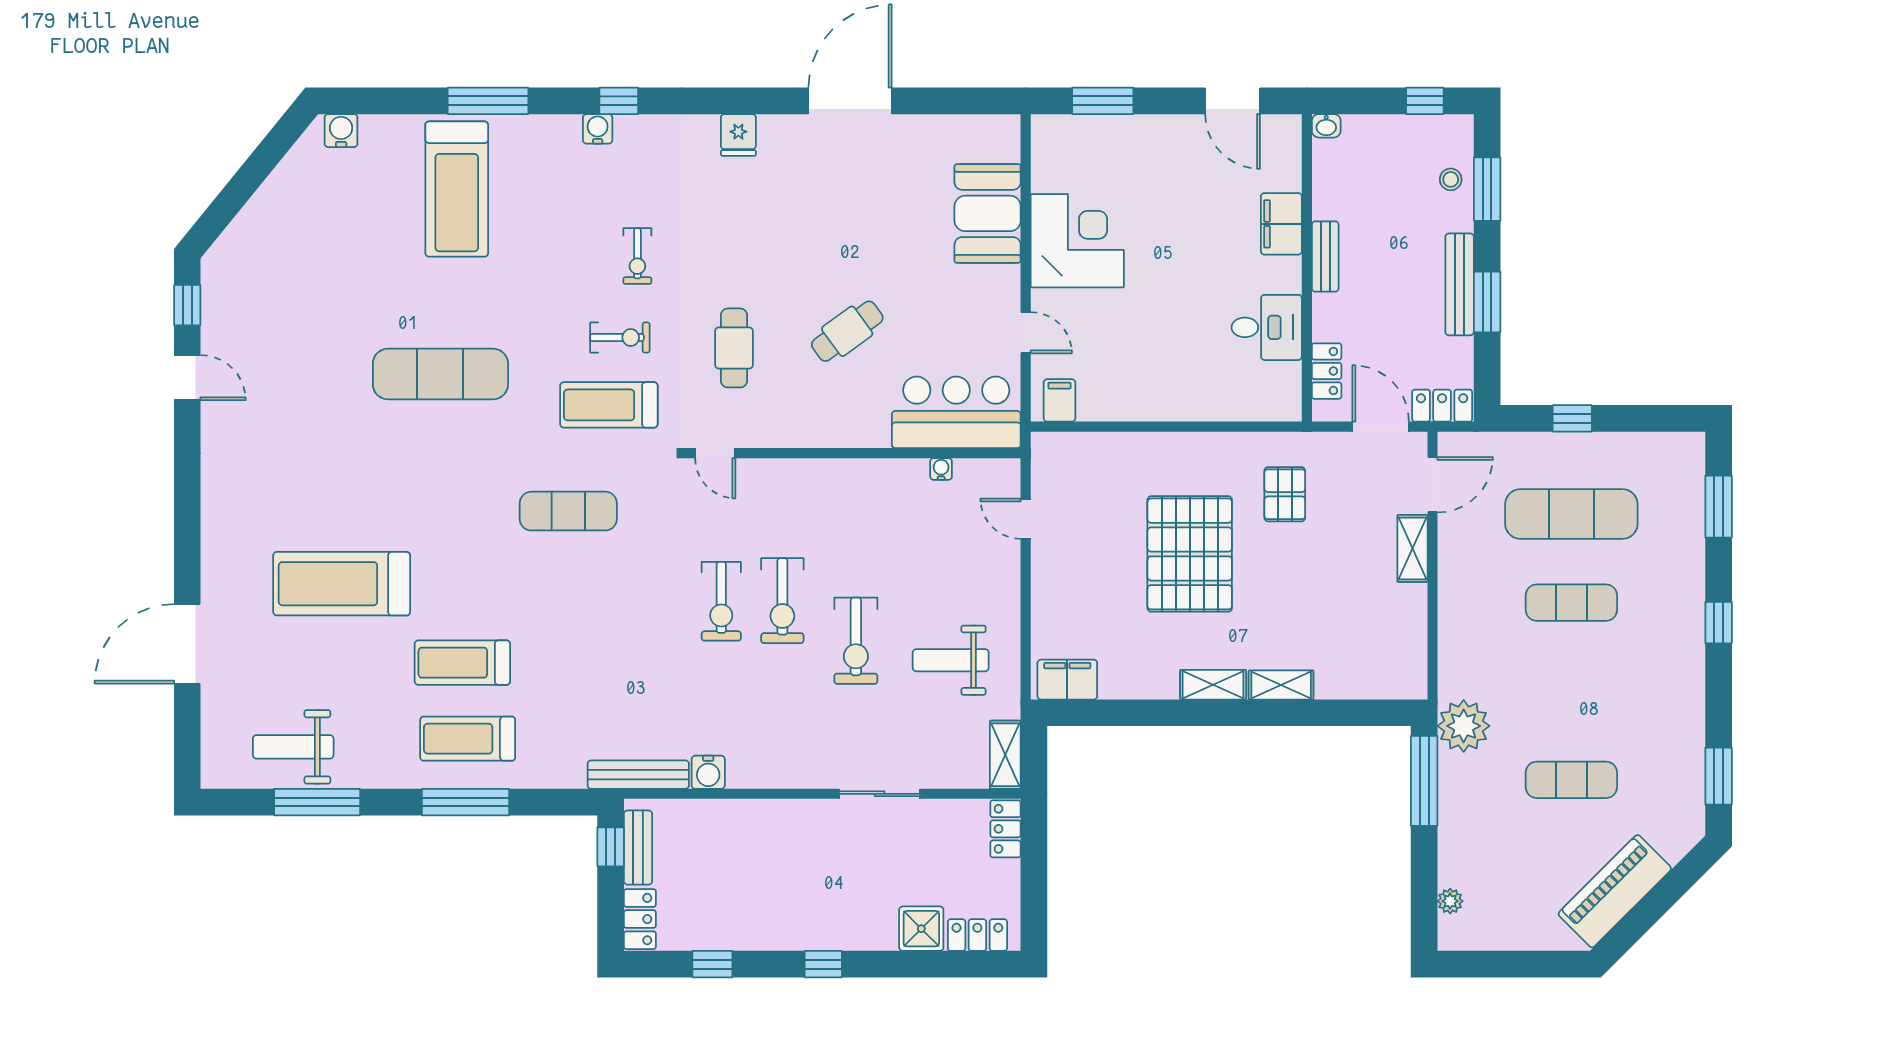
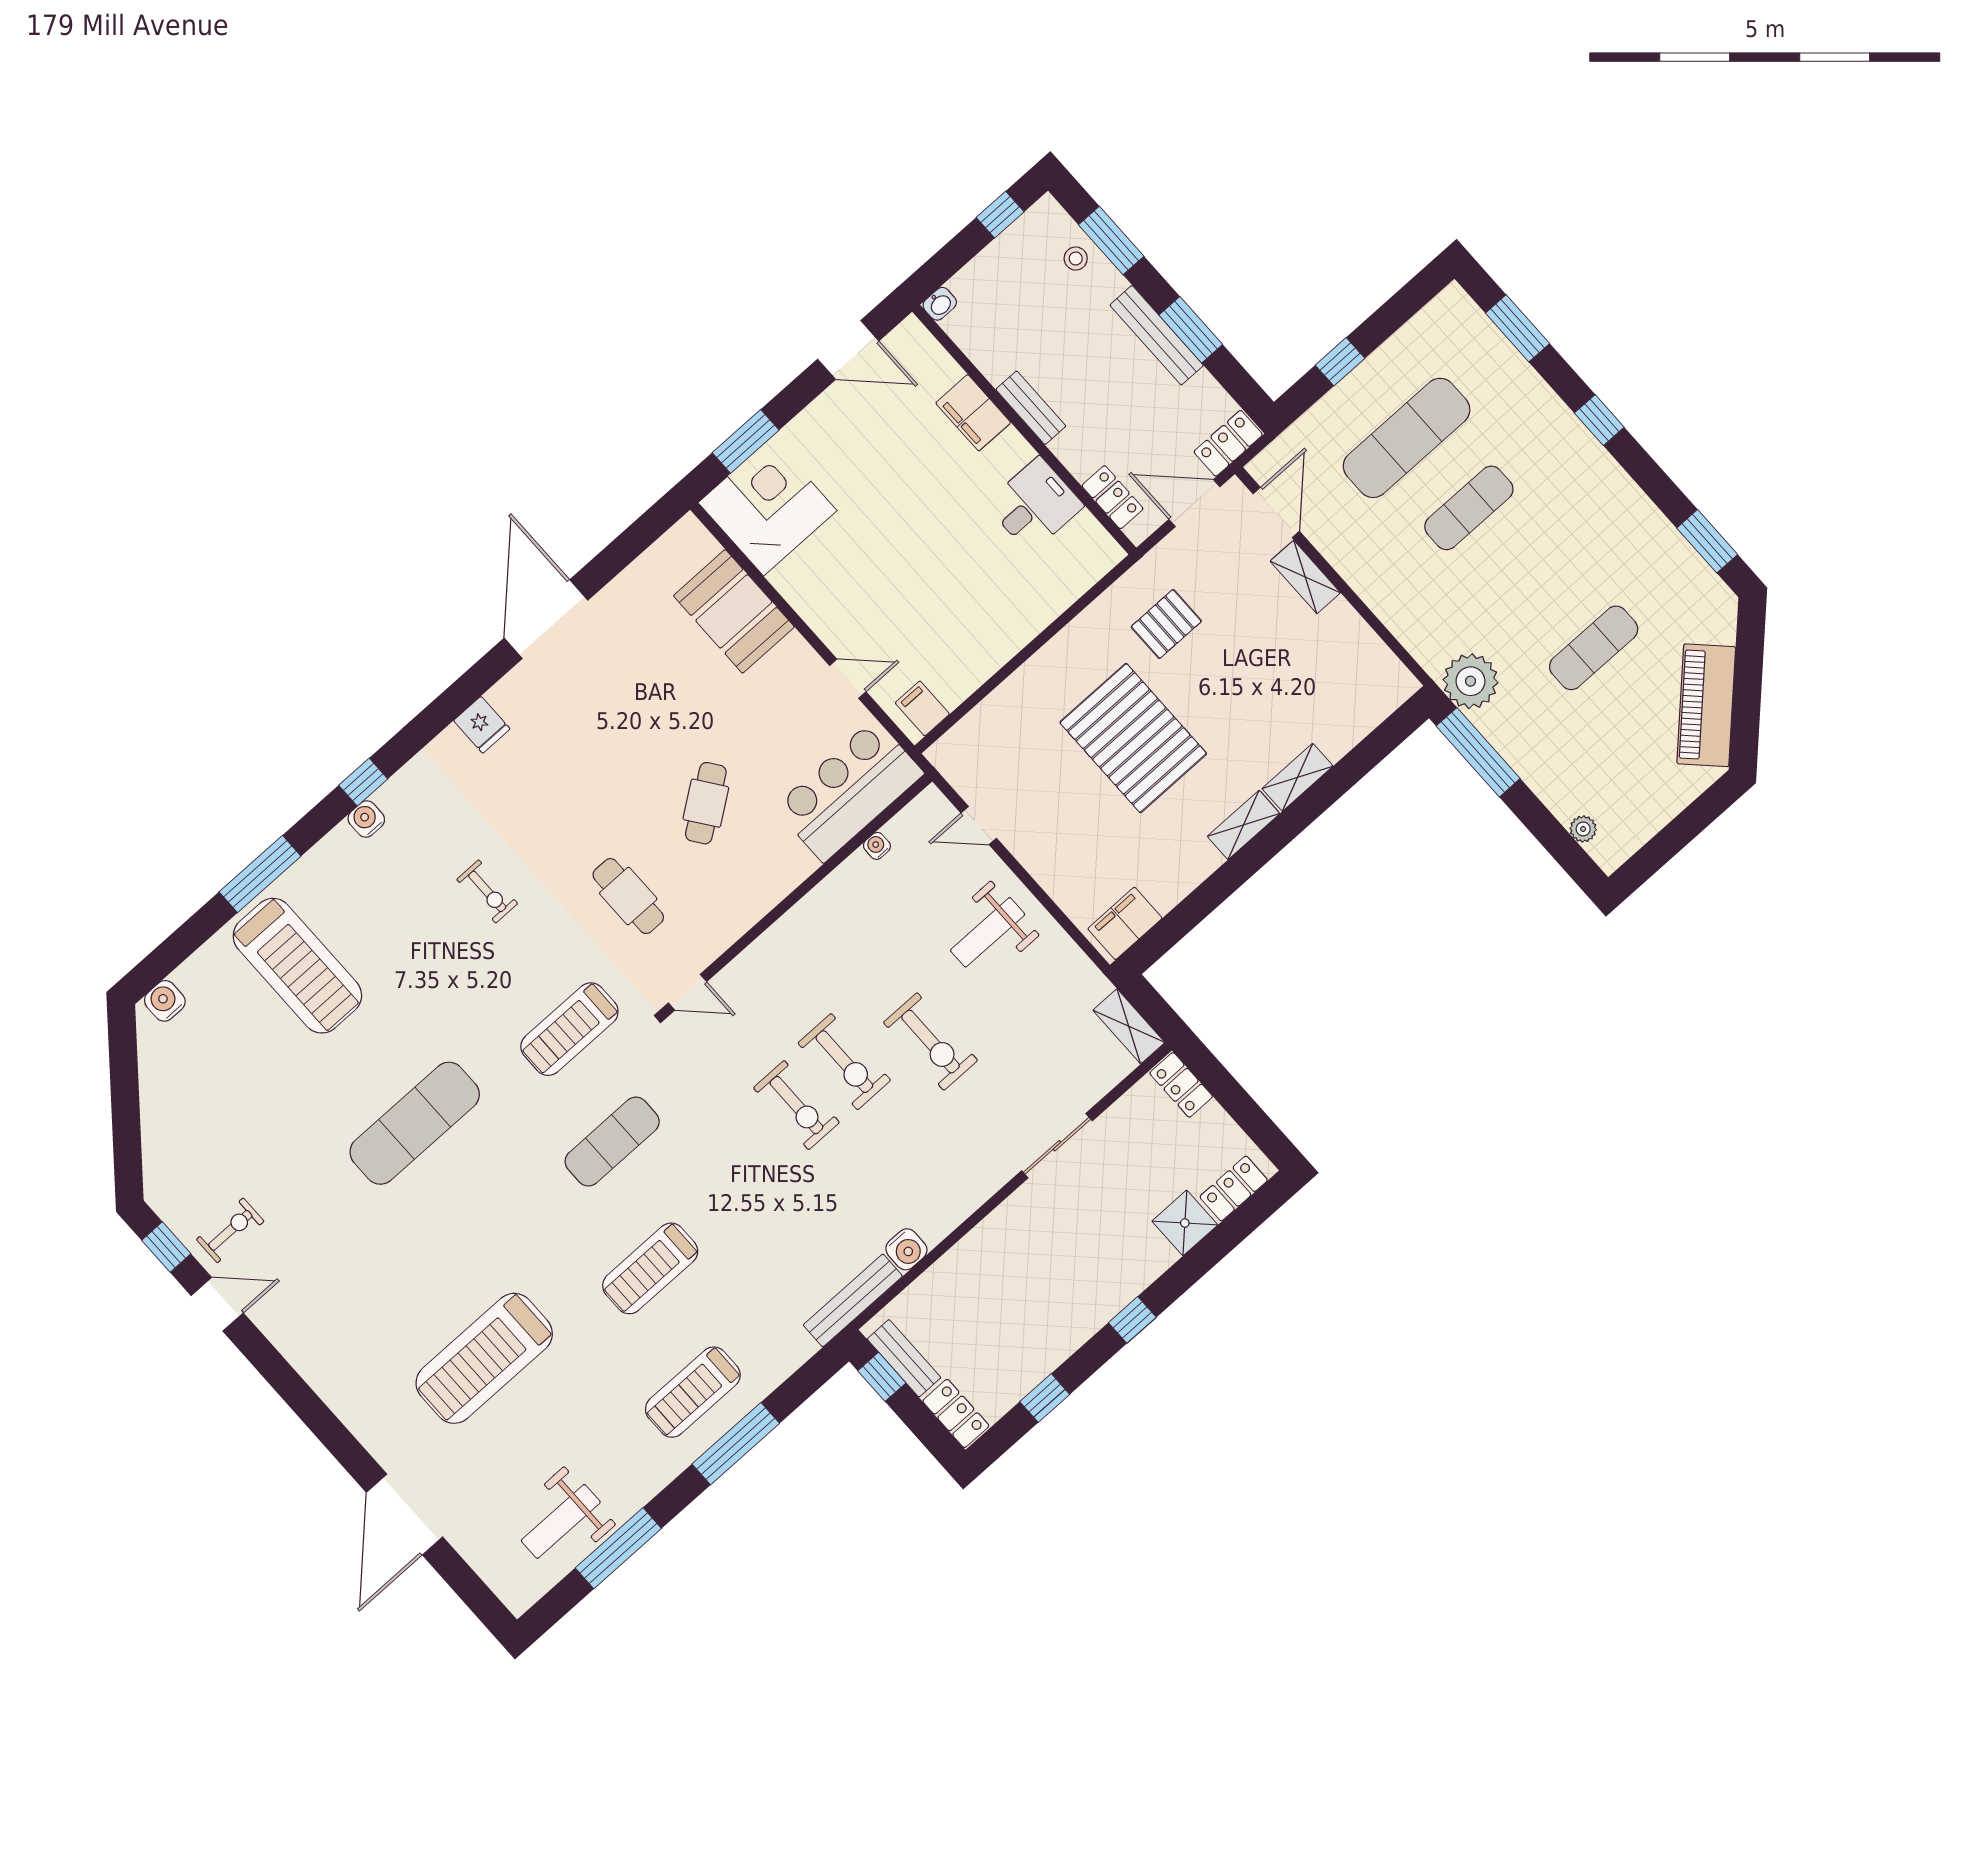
corner desk: (1077, 241) -> (768, 507), moved
exercise bike: (620, 338) -> (230, 1230), moved
pallet: (1285, 494) -> (1166, 624), turned 90
weight bench: (951, 660) -> (988, 932), moved
treadmill: (462, 663) -> (650, 1268), moved

